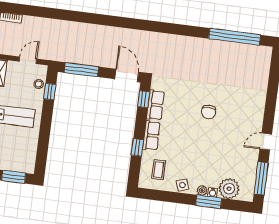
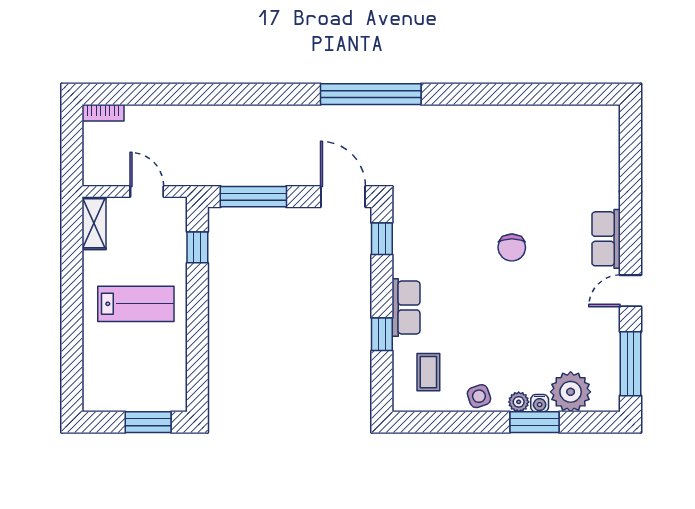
window: (235, 37) -> (371, 94), moved
door: (28, 60) -> (147, 192), hinge flipped
stool: (39, 84) -> (174, 235), removed
row of seats: (155, 105) -> (606, 239), moved, turned 180

